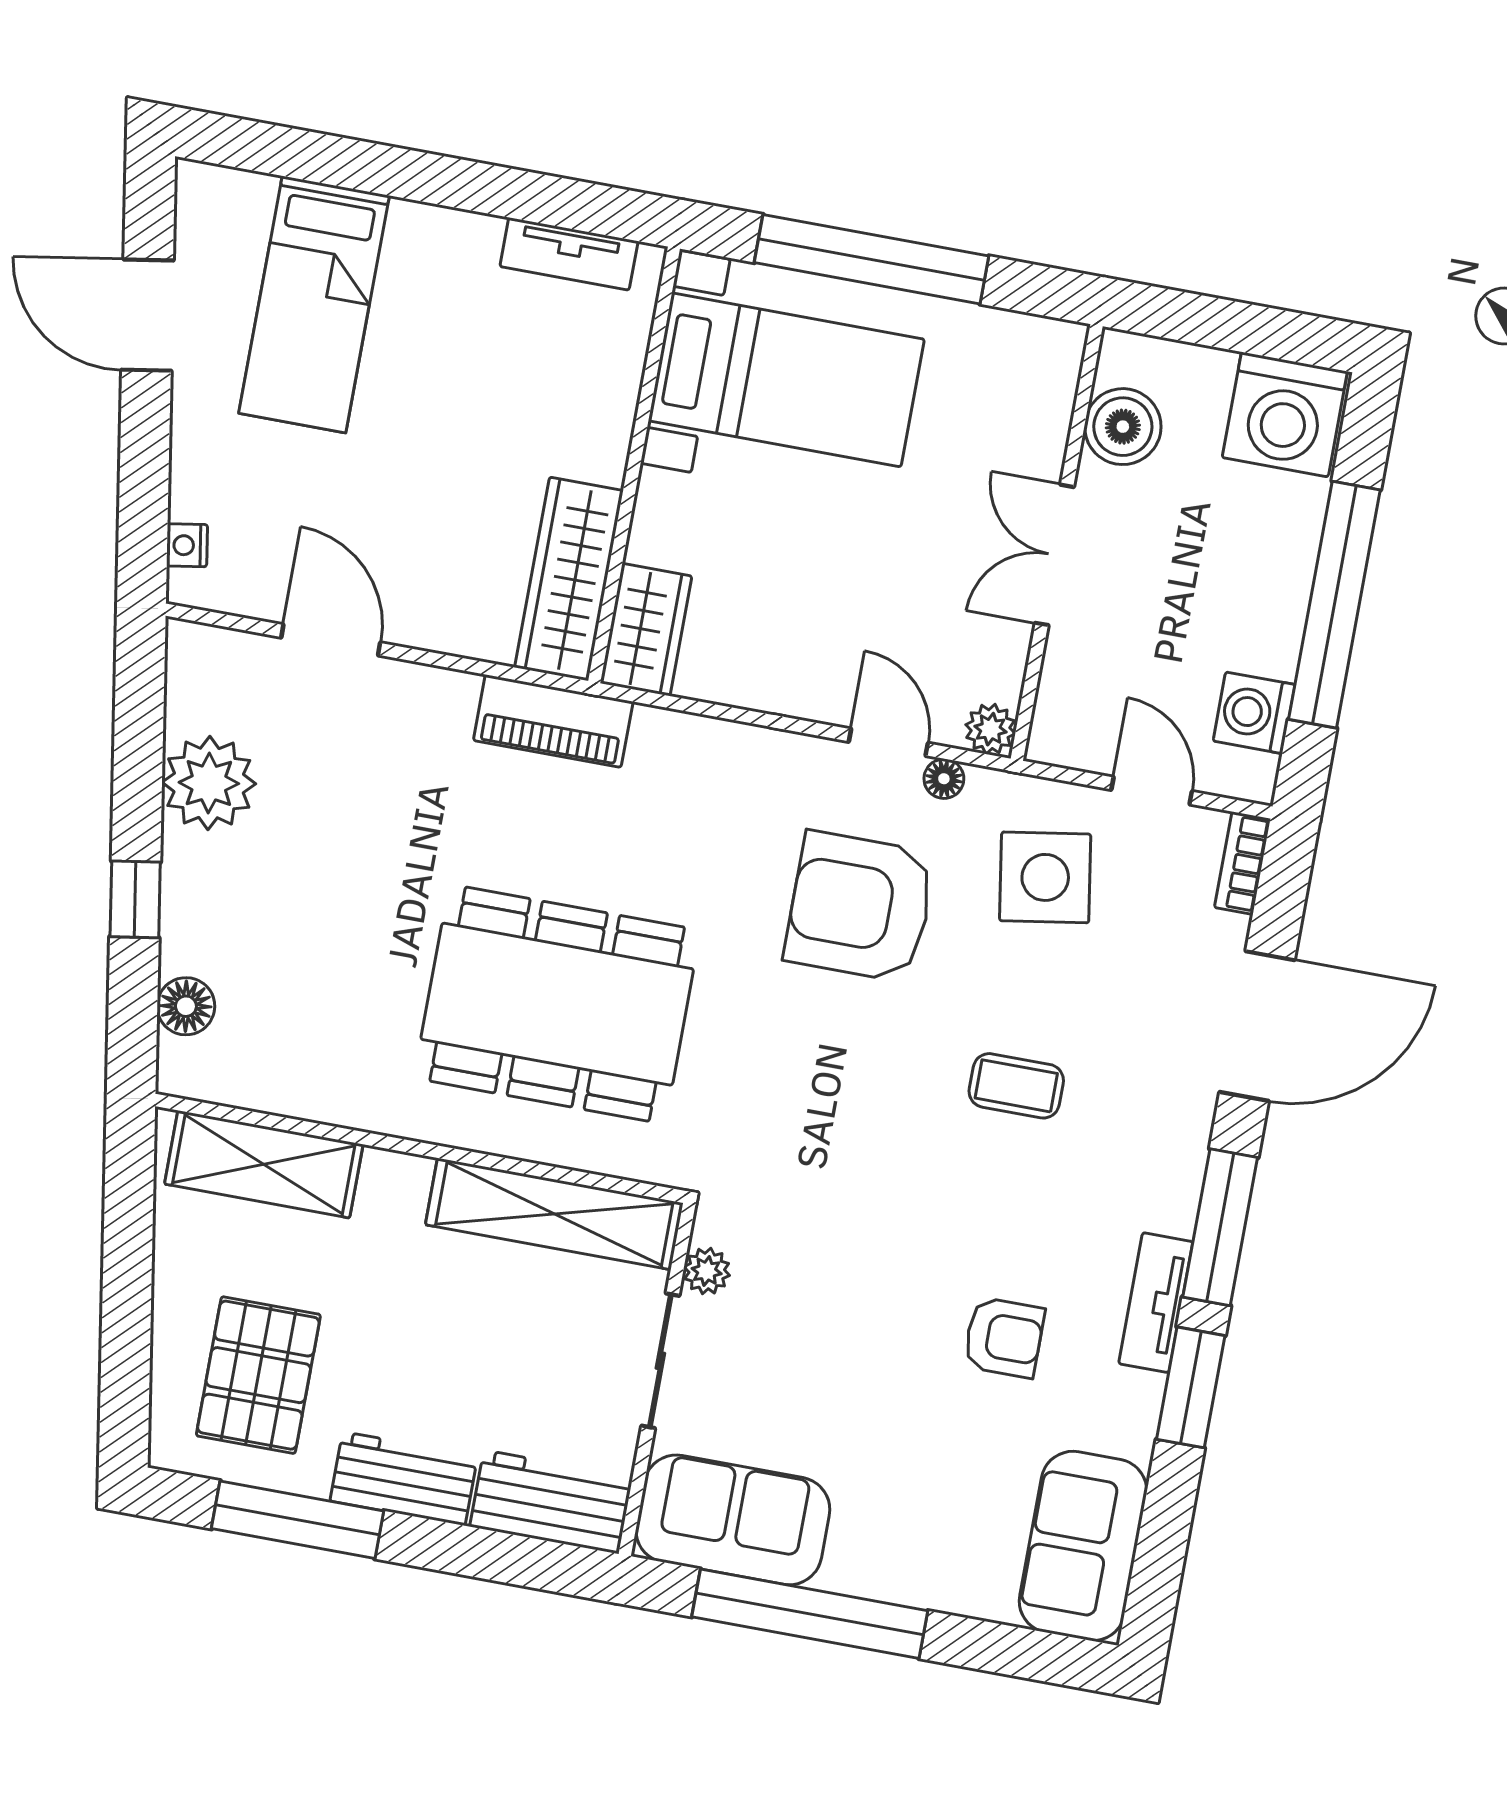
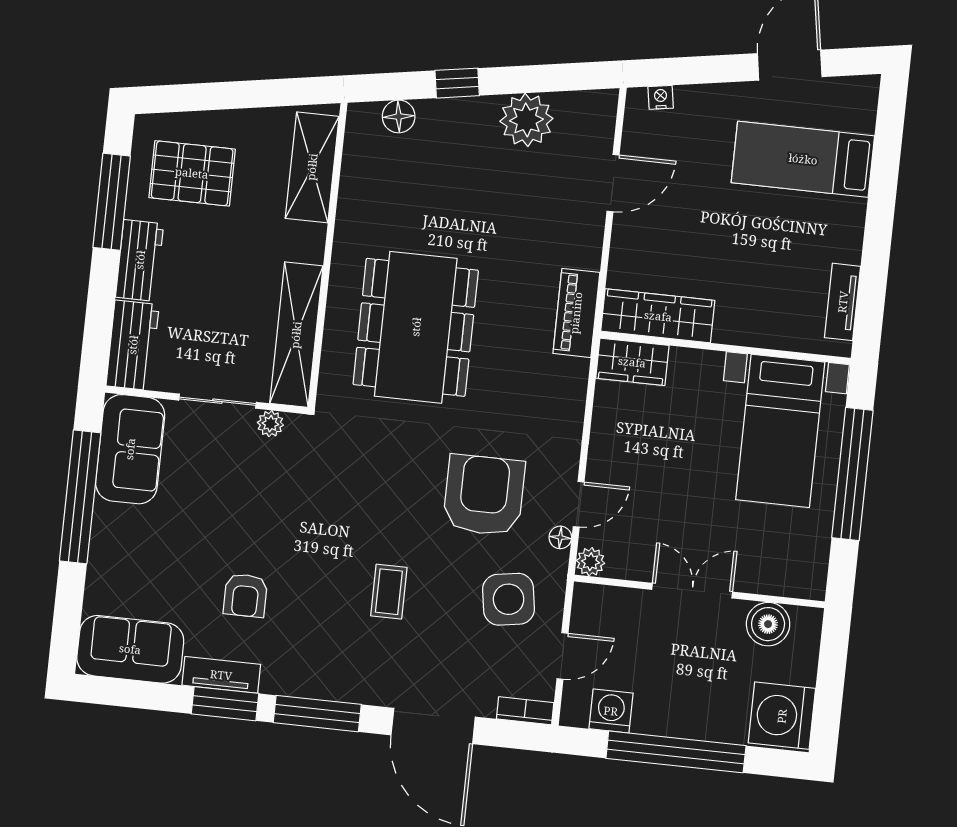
tv unit: (1156, 1303) -> (221, 675), moved

